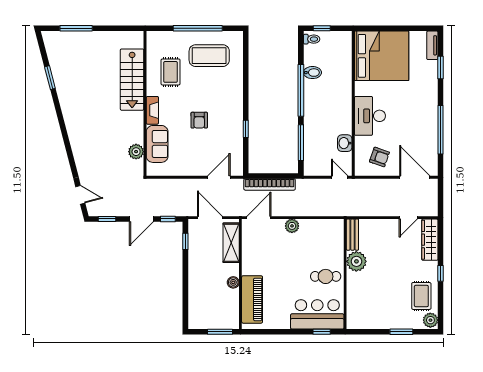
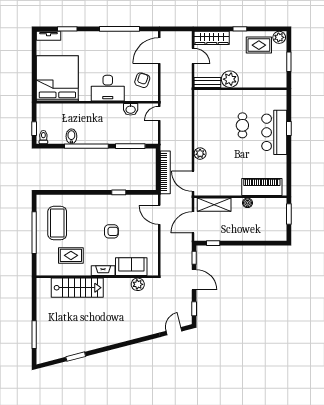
bench: (352, 235) -> (207, 82), moved
plant: (356, 261) -> (230, 79), moved
wall: (345, 274) -> (240, 89), moved

